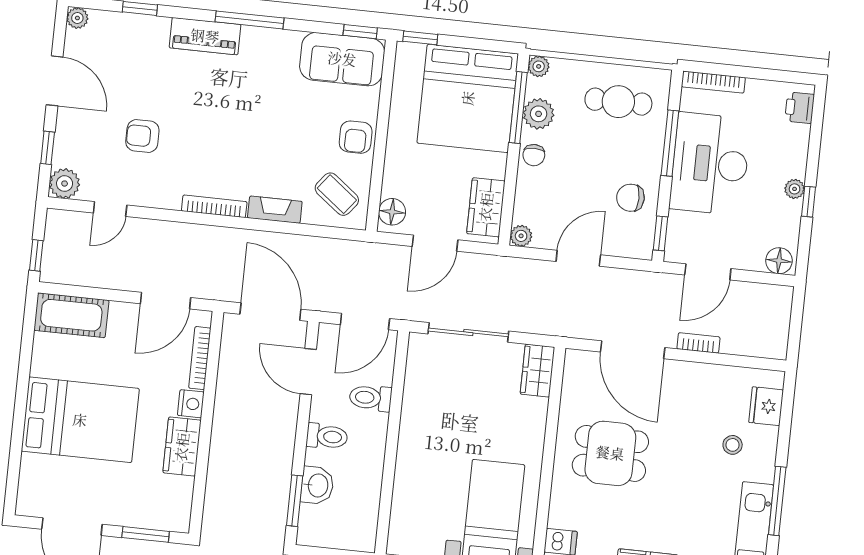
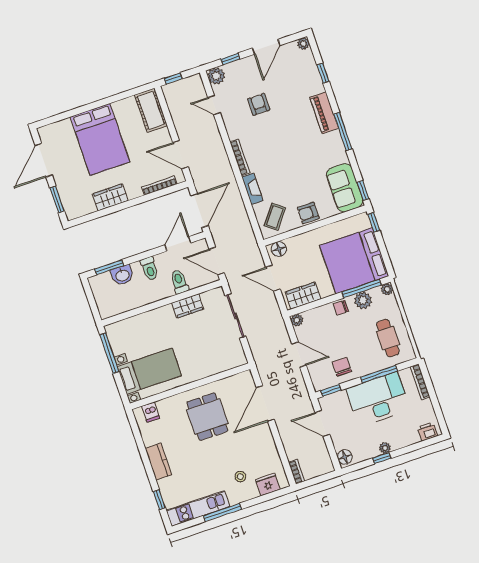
bookcase: (698, 343) -> (297, 472), moved
wardrobe: (537, 371) -> (188, 306), moved, turned 180
nightstand: (191, 404) -> (134, 192), removed

